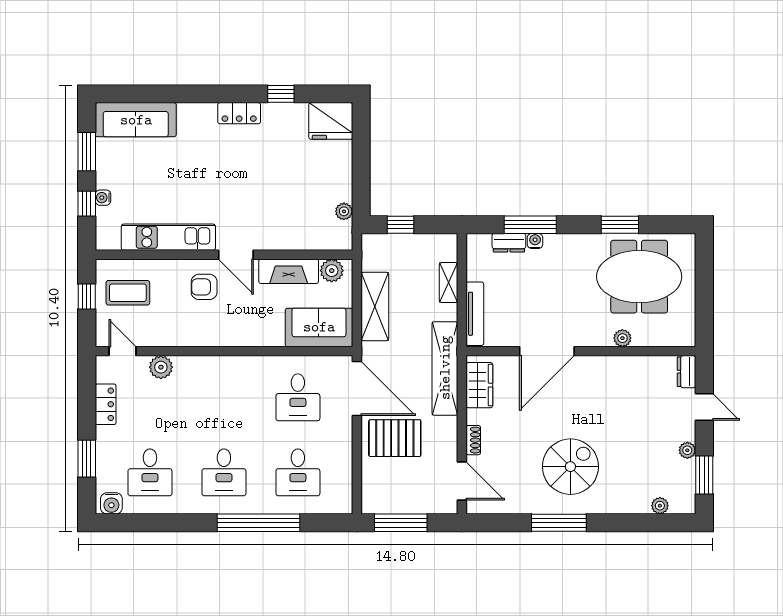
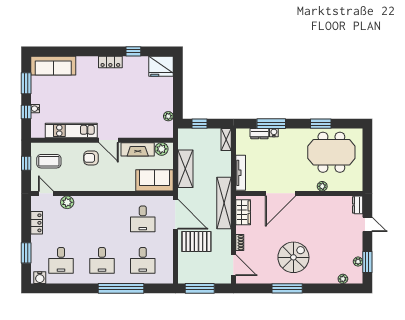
shelving: (449, 283) -> (226, 139), moved
plant: (687, 450) -> (358, 262), moved

